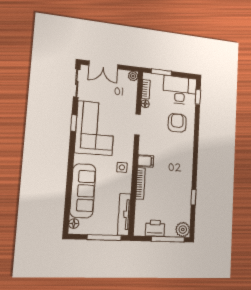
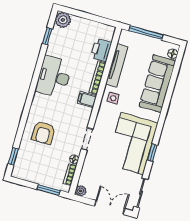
desk: (180, 90) -> (54, 77), moved, turned 90
window: (194, 197) -> (47, 36), moved
tv unit: (124, 214) -> (117, 66), moved
printer: (155, 228) -> (101, 50), moved, turned 90
window: (168, 239) -> (81, 14), removed

